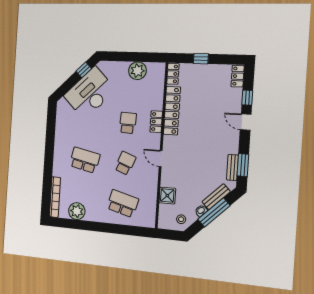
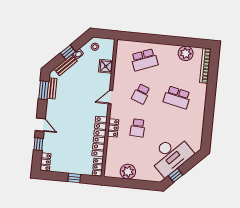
door: (161, 159) -> (110, 97), swing flipped
school desk: (123, 204) -> (144, 60), turned -36
window: (214, 213) -> (68, 52), width x0.46

